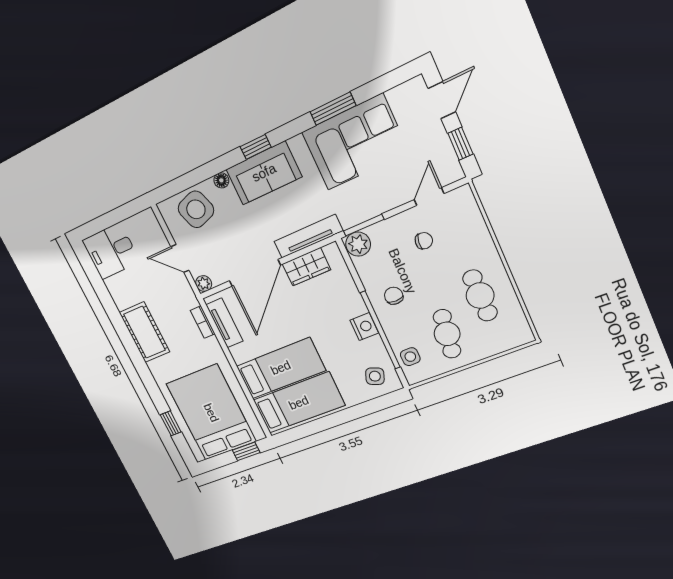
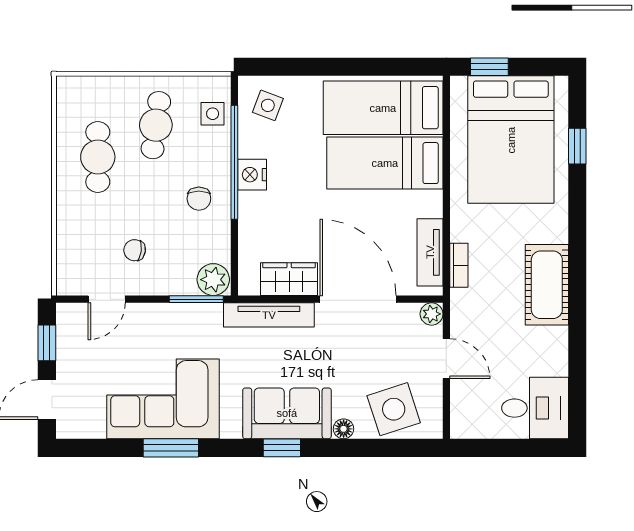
door: (255, 273) -> (358, 299), hinge flipped

